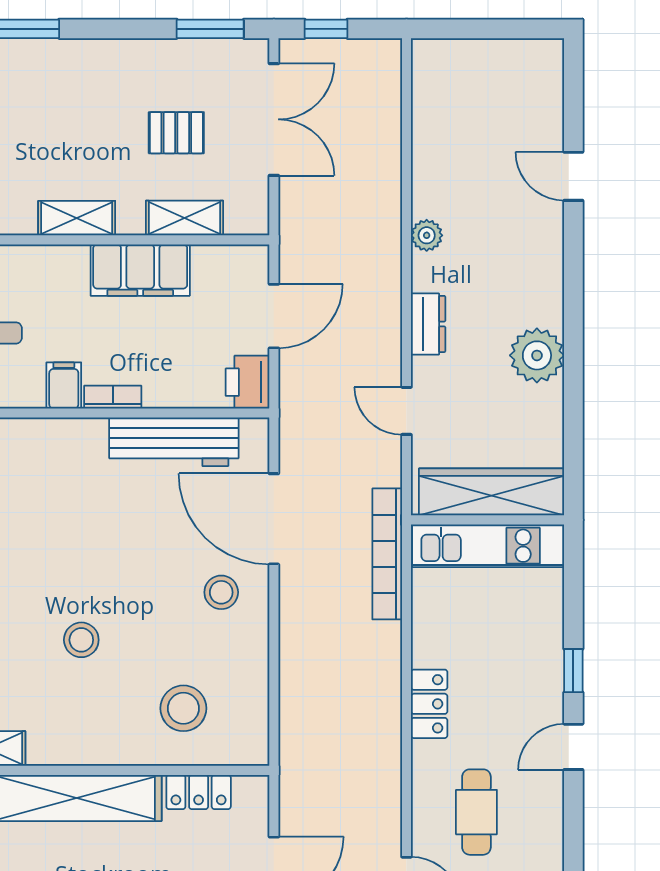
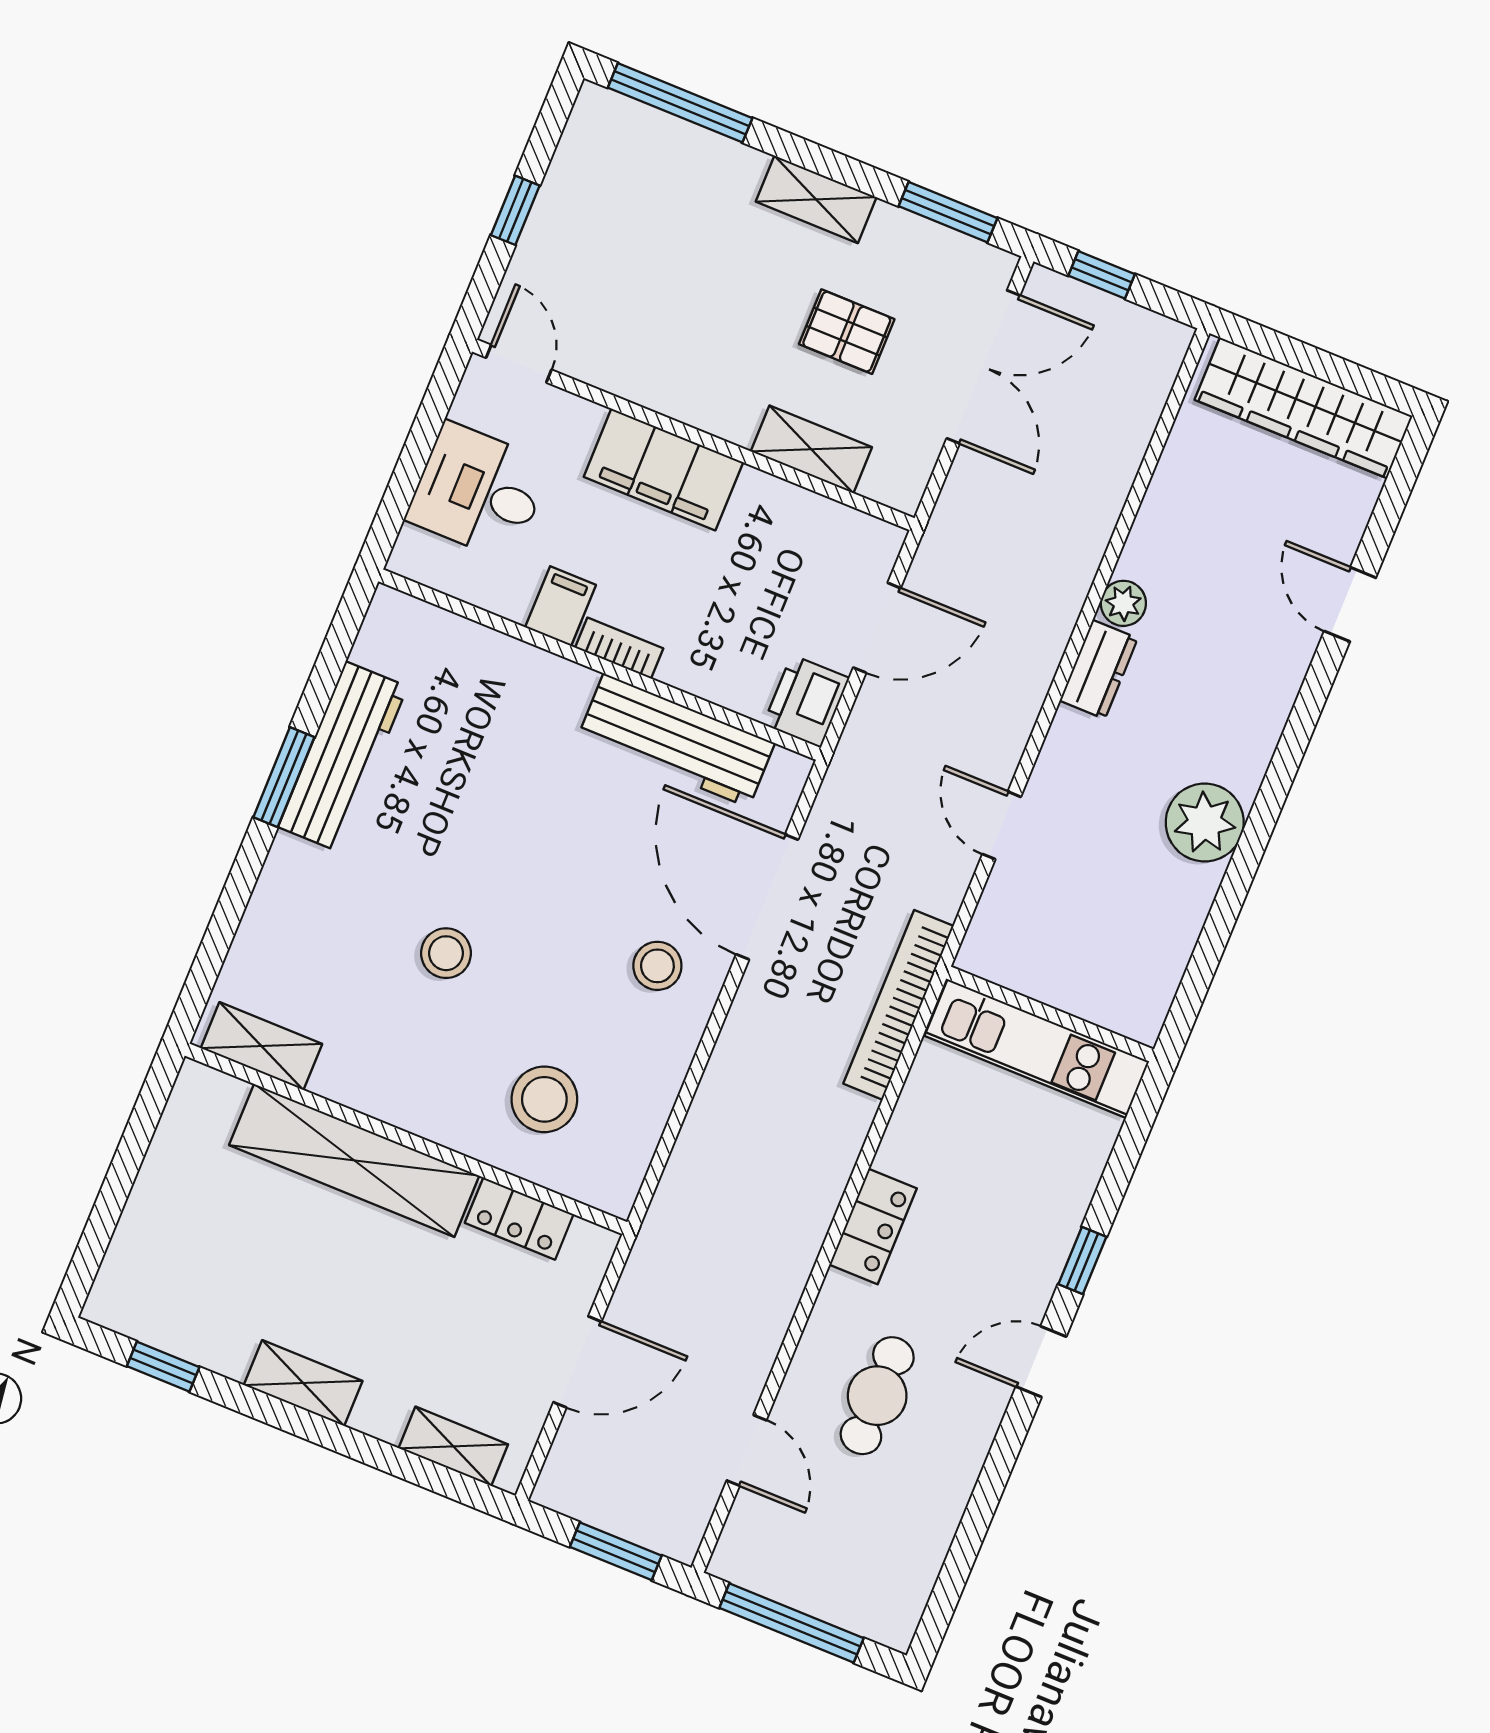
shelving: (77, 218) -> (816, 199), moved
filing cabinet: (140, 270) -> (663, 469), moved
dresser: (428, 324) -> (1099, 669), moved
wardrobe: (492, 492) -> (1304, 408), moved, turned 180

